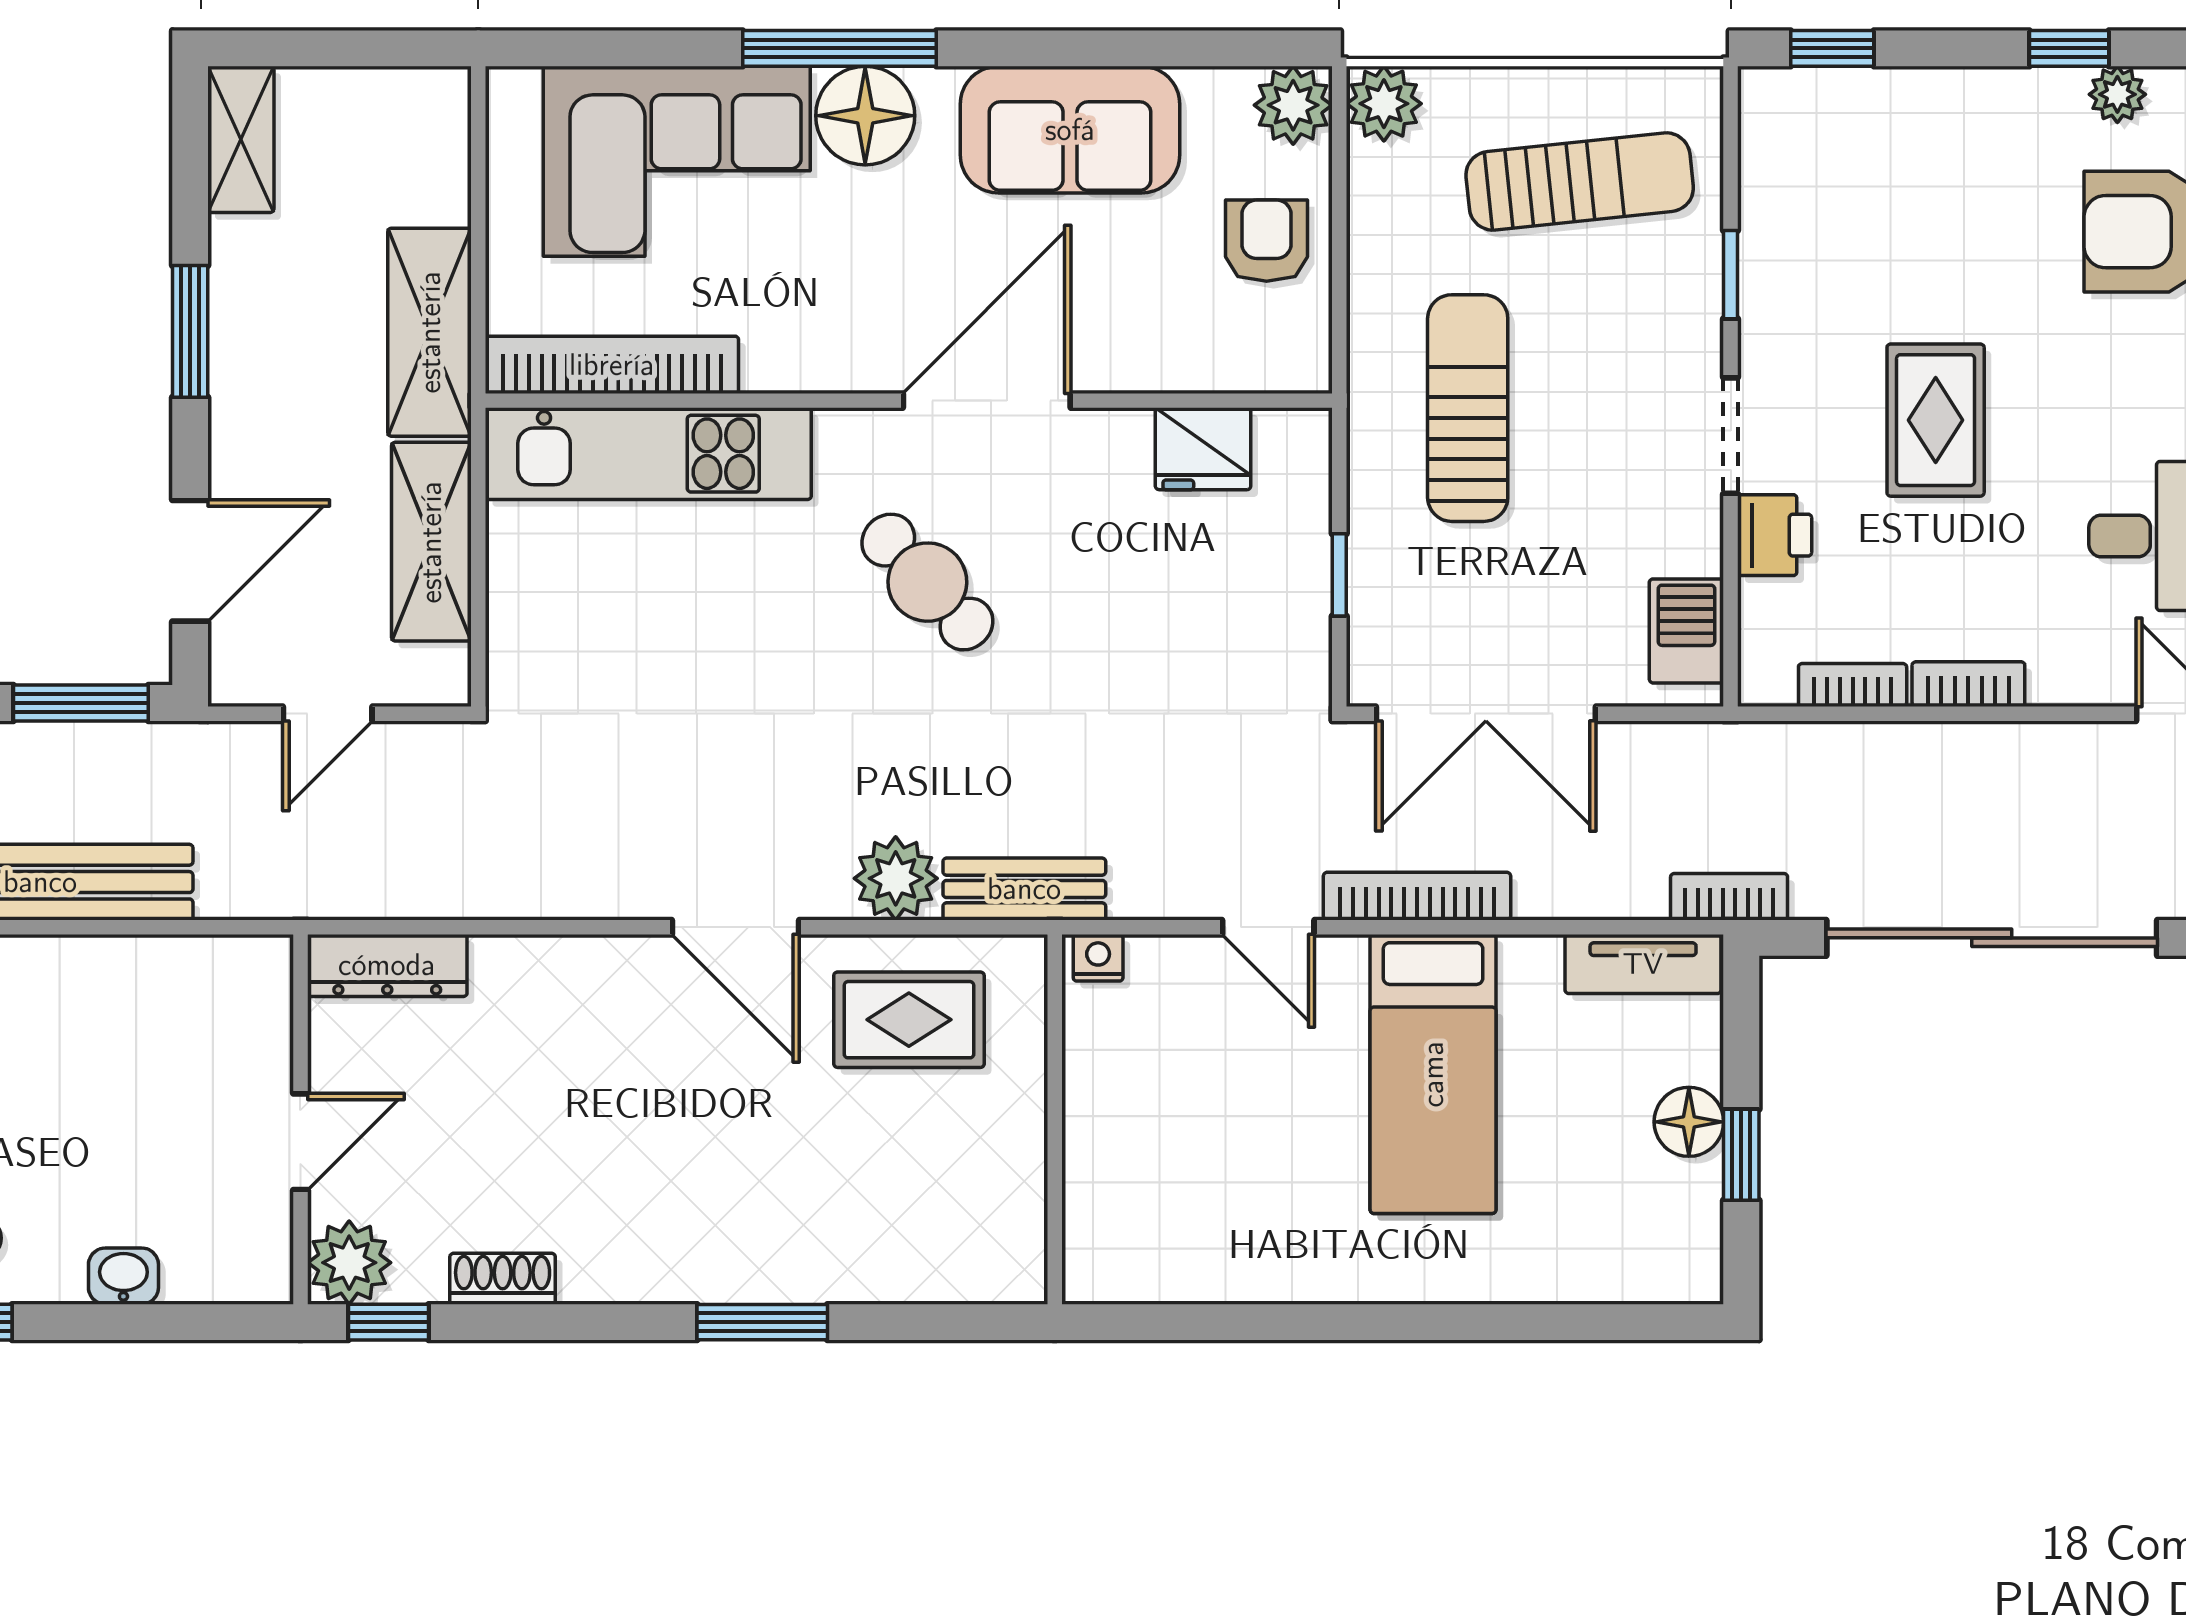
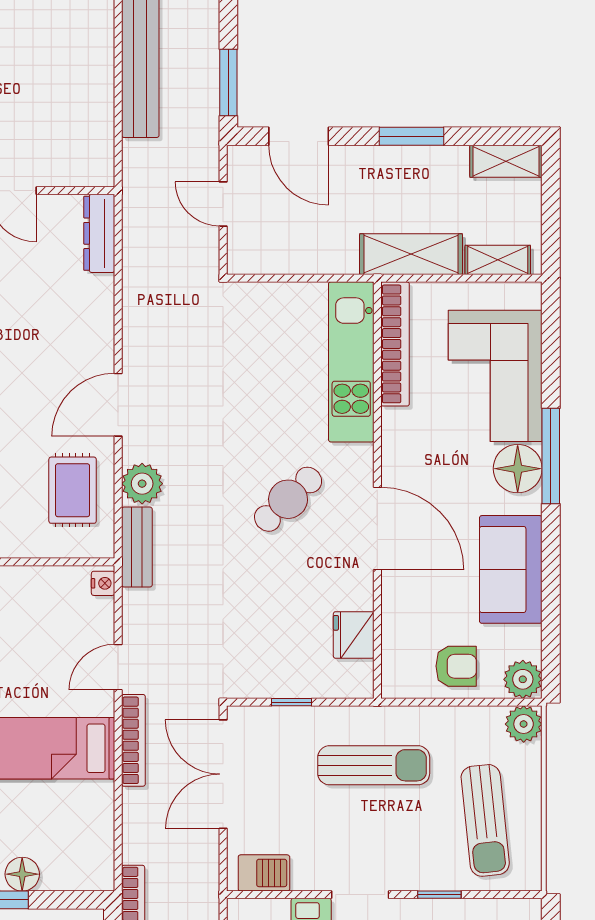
shelving: (431, 542) -> (498, 260), moved, width x0.67, depth x0.75
tv unit: (1643, 964) -> (100, 852), removed

